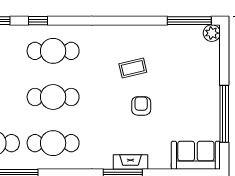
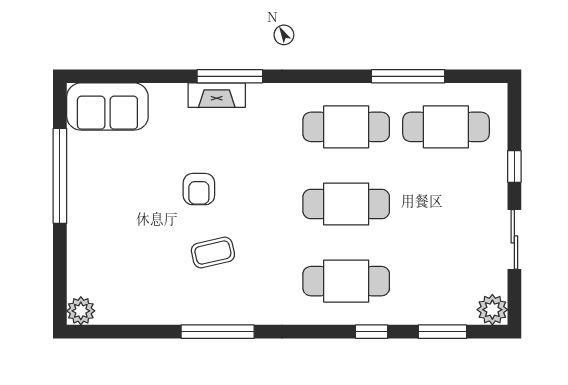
window: (189, 21) -> (218, 332), moved

